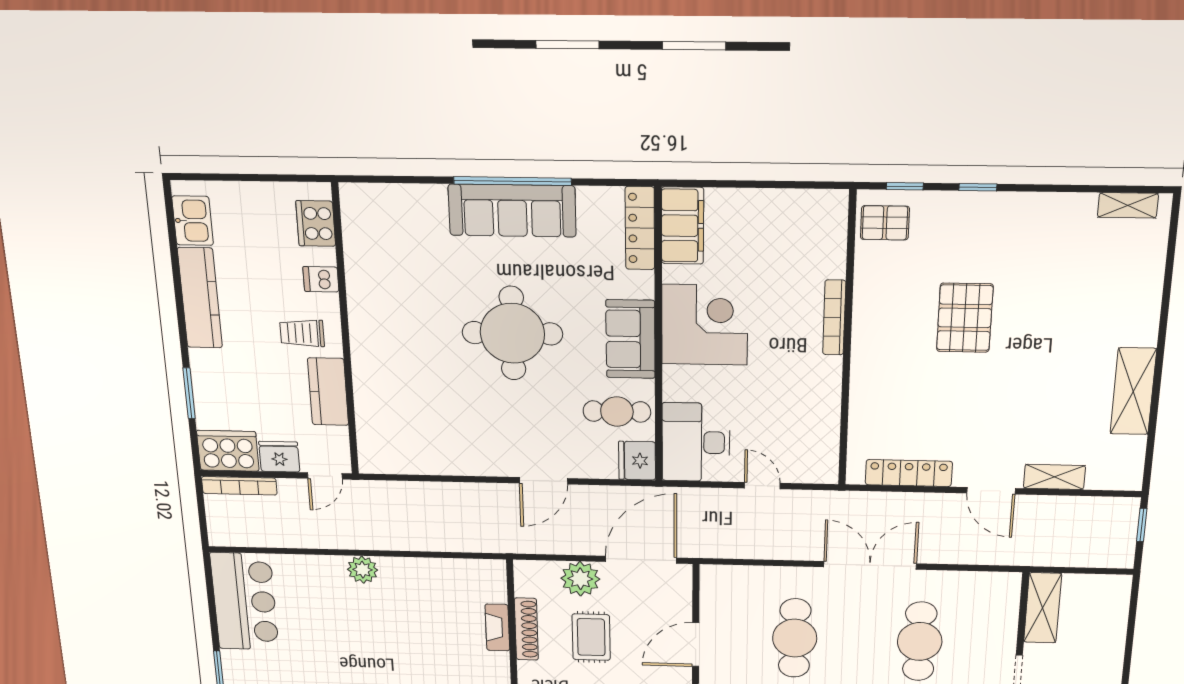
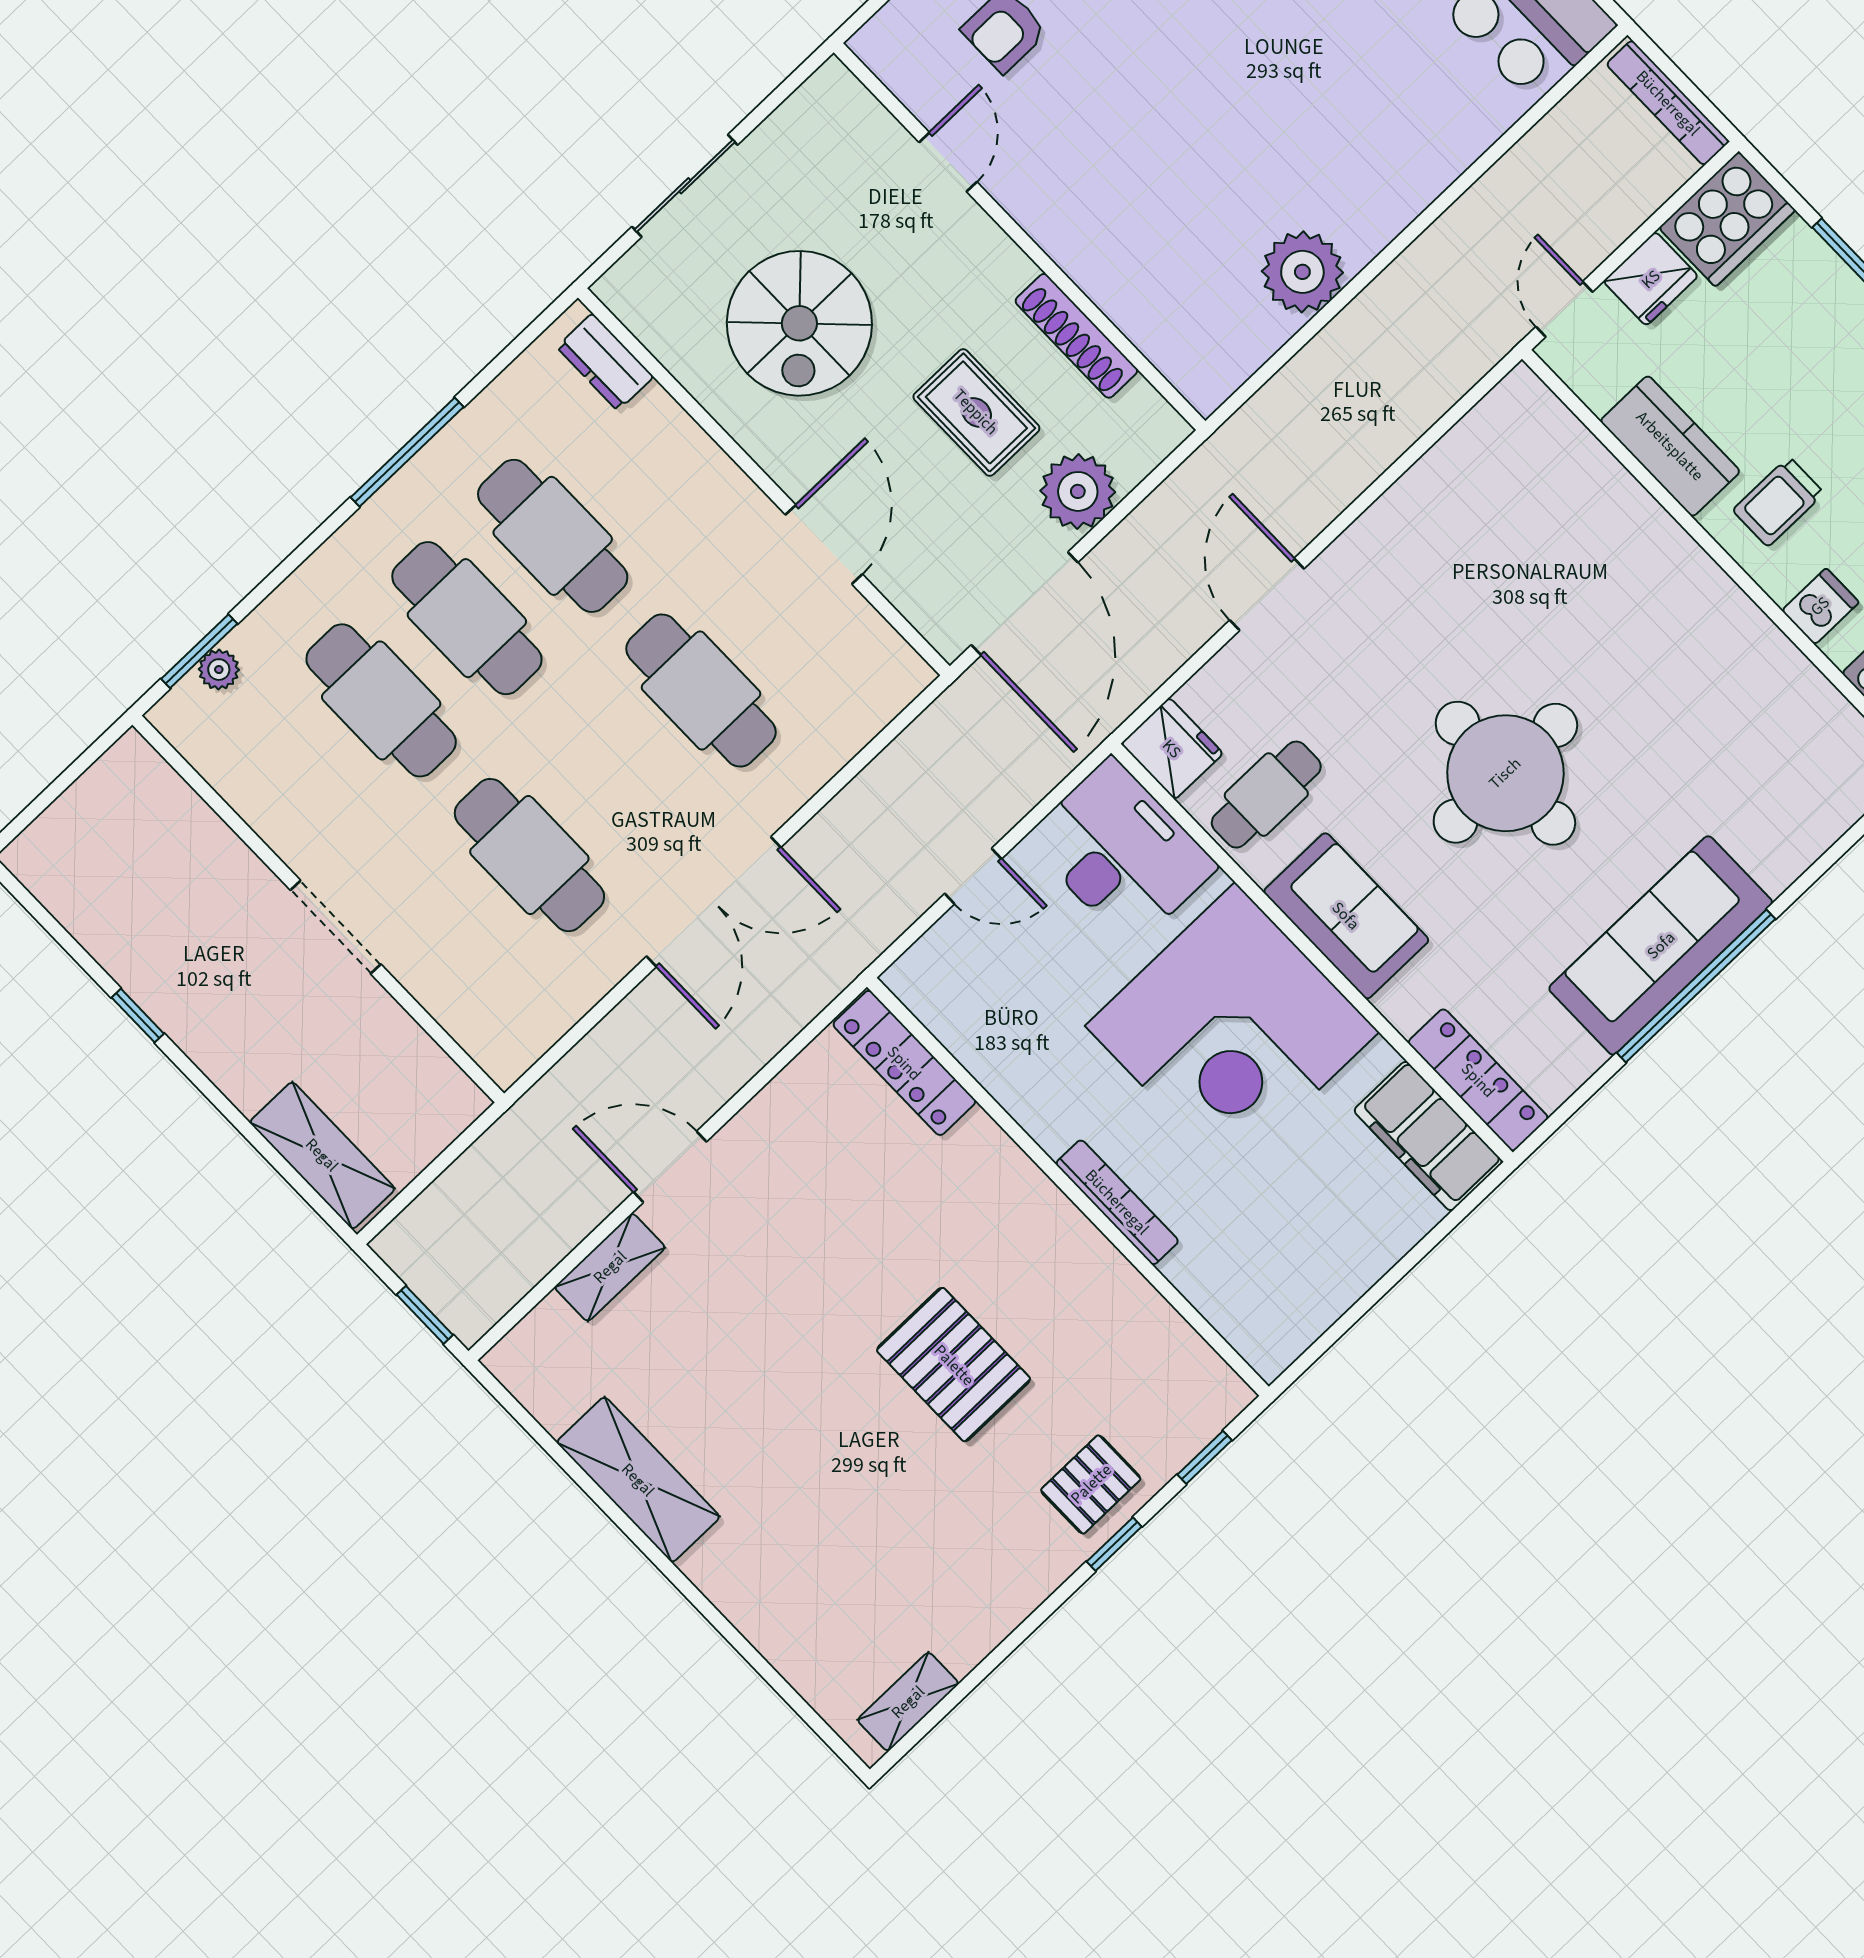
pallet: (885, 223) -> (1091, 1484), moved
corner desk: (705, 325) -> (1232, 1029), width x1.36, depth x1.36
trolley: (302, 333) -> (1778, 502), turned 180
locker: (909, 473) -> (904, 1063), moved, turned 90
bookcase: (239, 486) -> (1668, 103), moved, turned -90
plant: (363, 570) -> (1302, 272), moved, width x1.36, depth x1.36
shelving: (1043, 608) -> (322, 1155), moved
fireplace: (497, 627) -> (1118, 298), removed

